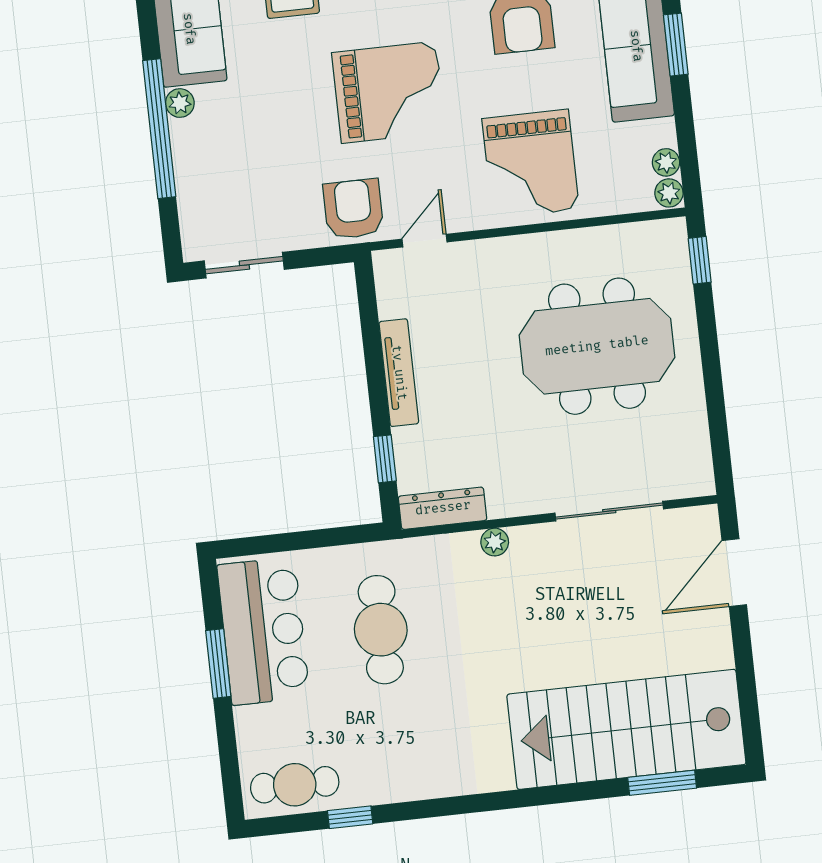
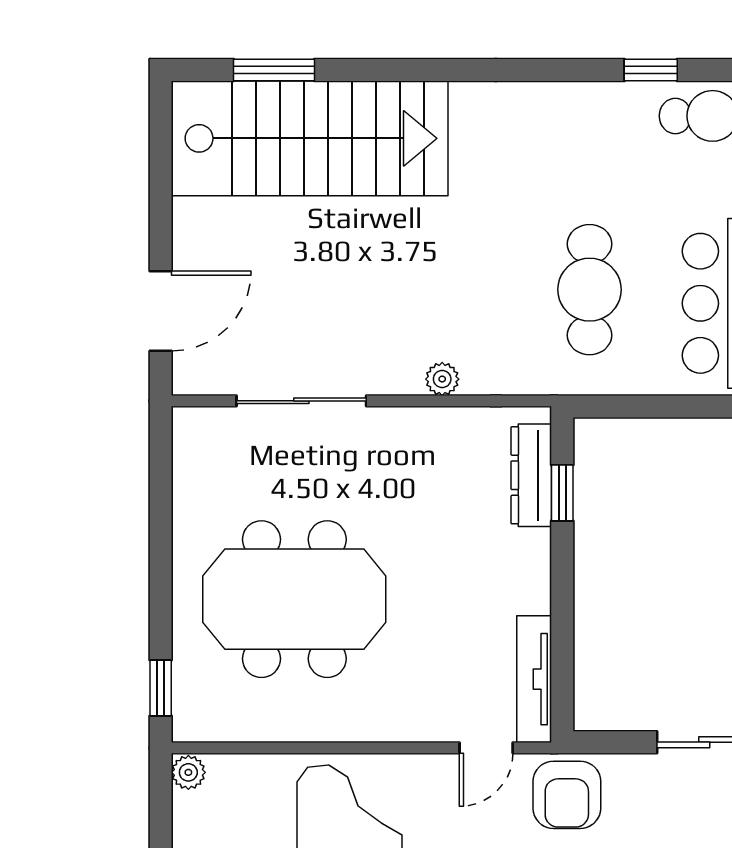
plant: (666, 162) -> (188, 809), removed
tv unit: (399, 373) -> (534, 679), moved
dresser: (443, 508) -> (531, 475), moved, turned 90

